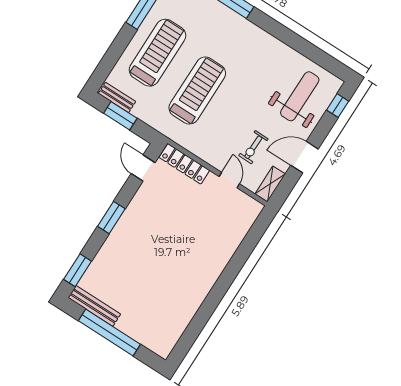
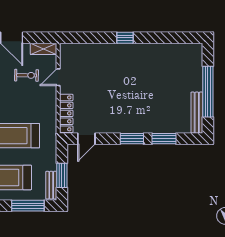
window: (111, 58) -> (28, 206), added
window: (78, 270) -> (164, 139), moved
window: (225, 280) -> (125, 38), added

